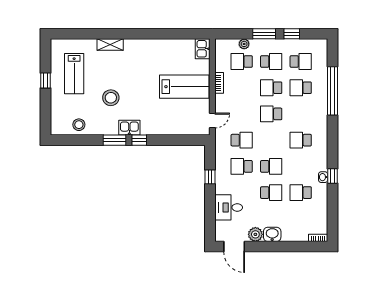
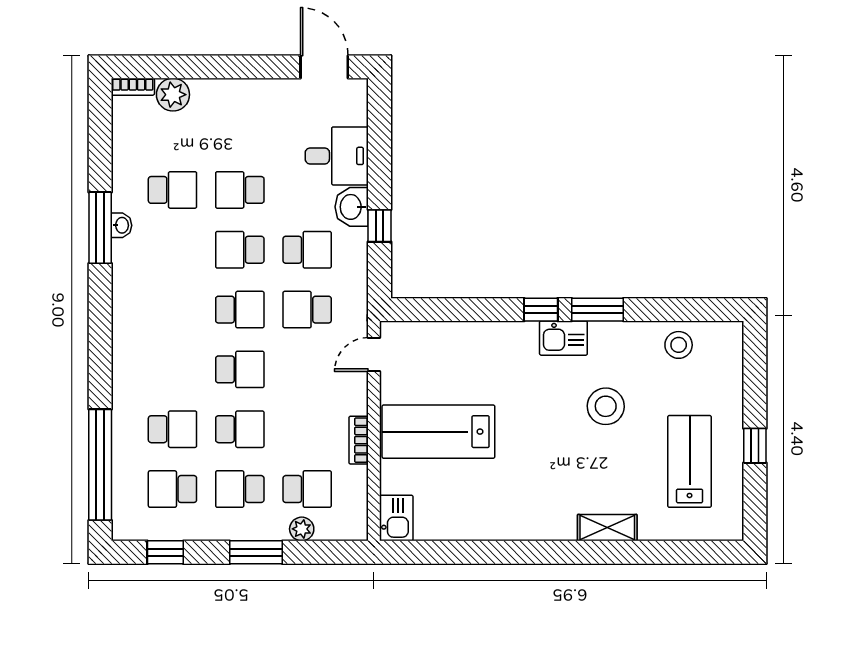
window: (292, 34) -> (165, 552), moved
window: (332, 91) -> (100, 465), moved
school desk: (301, 140) -> (240, 310), moved
window: (332, 176) -> (100, 228), width x2.17
plant: (255, 234) -> (173, 95), moved
washbasin: (272, 234) -> (352, 207), moved, turned 90

